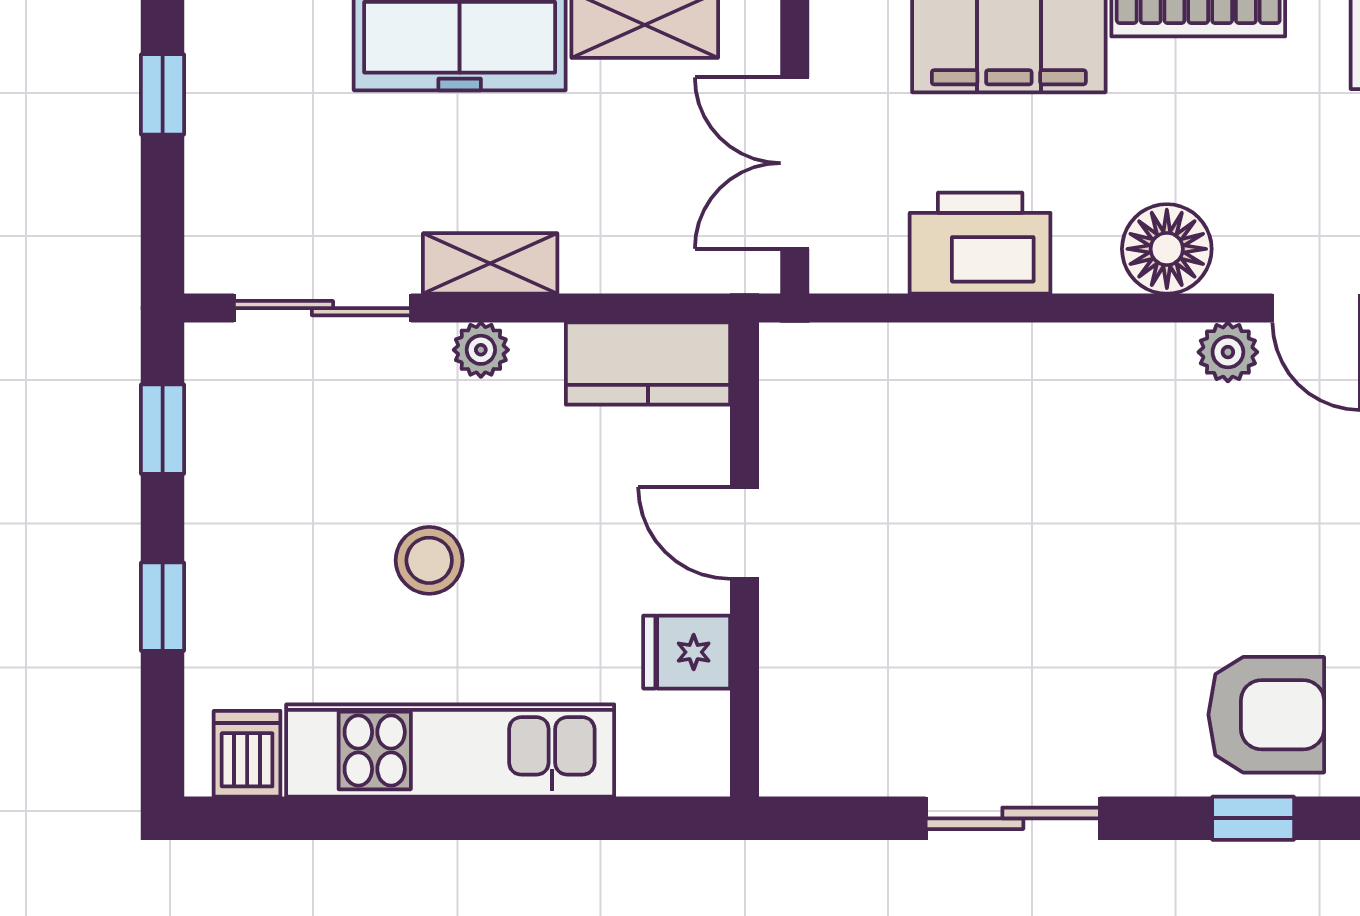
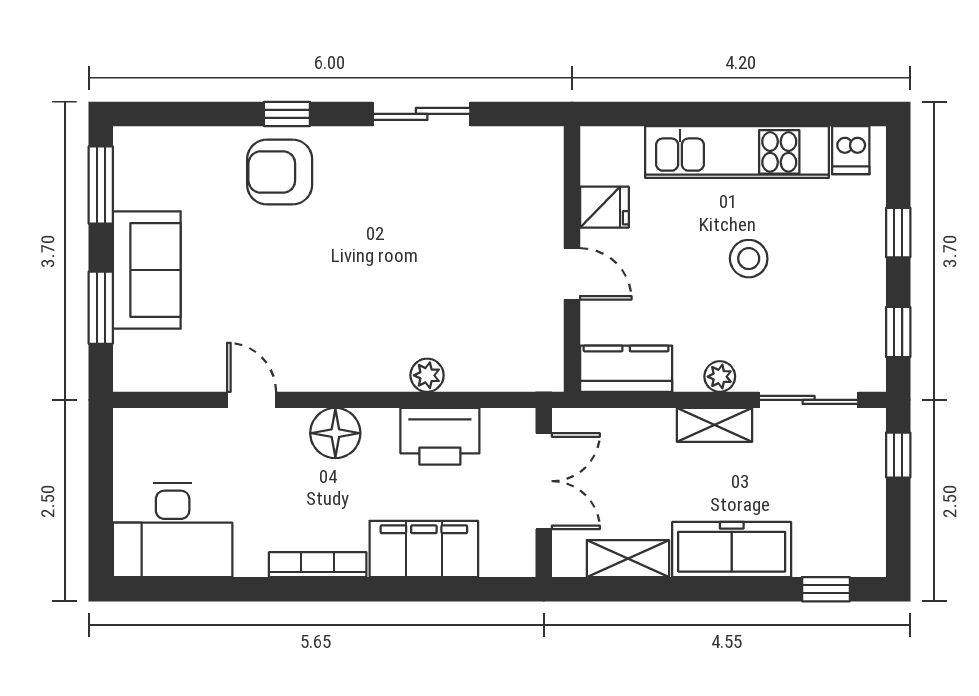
window: (163, 94) -> (898, 455), moved
plant: (1228, 352) -> (427, 375), moved

